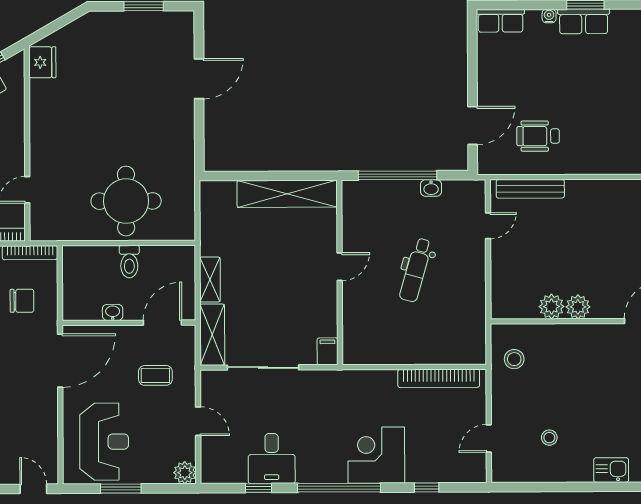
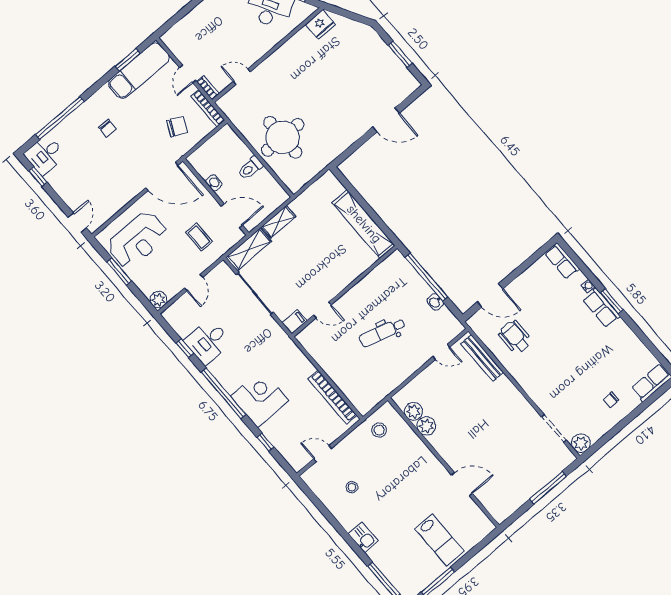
door: (340, 267) -> (322, 310), moved
chair: (22, 301) -> (177, 127), turned -64
plant: (578, 307) -> (413, 411), moved

